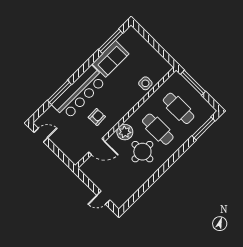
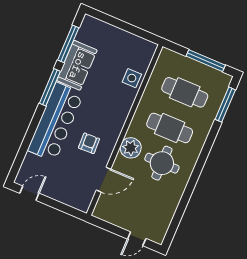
window: (193, 83) -> (206, 61), moved
window: (59, 92) -> (50, 87), moved

